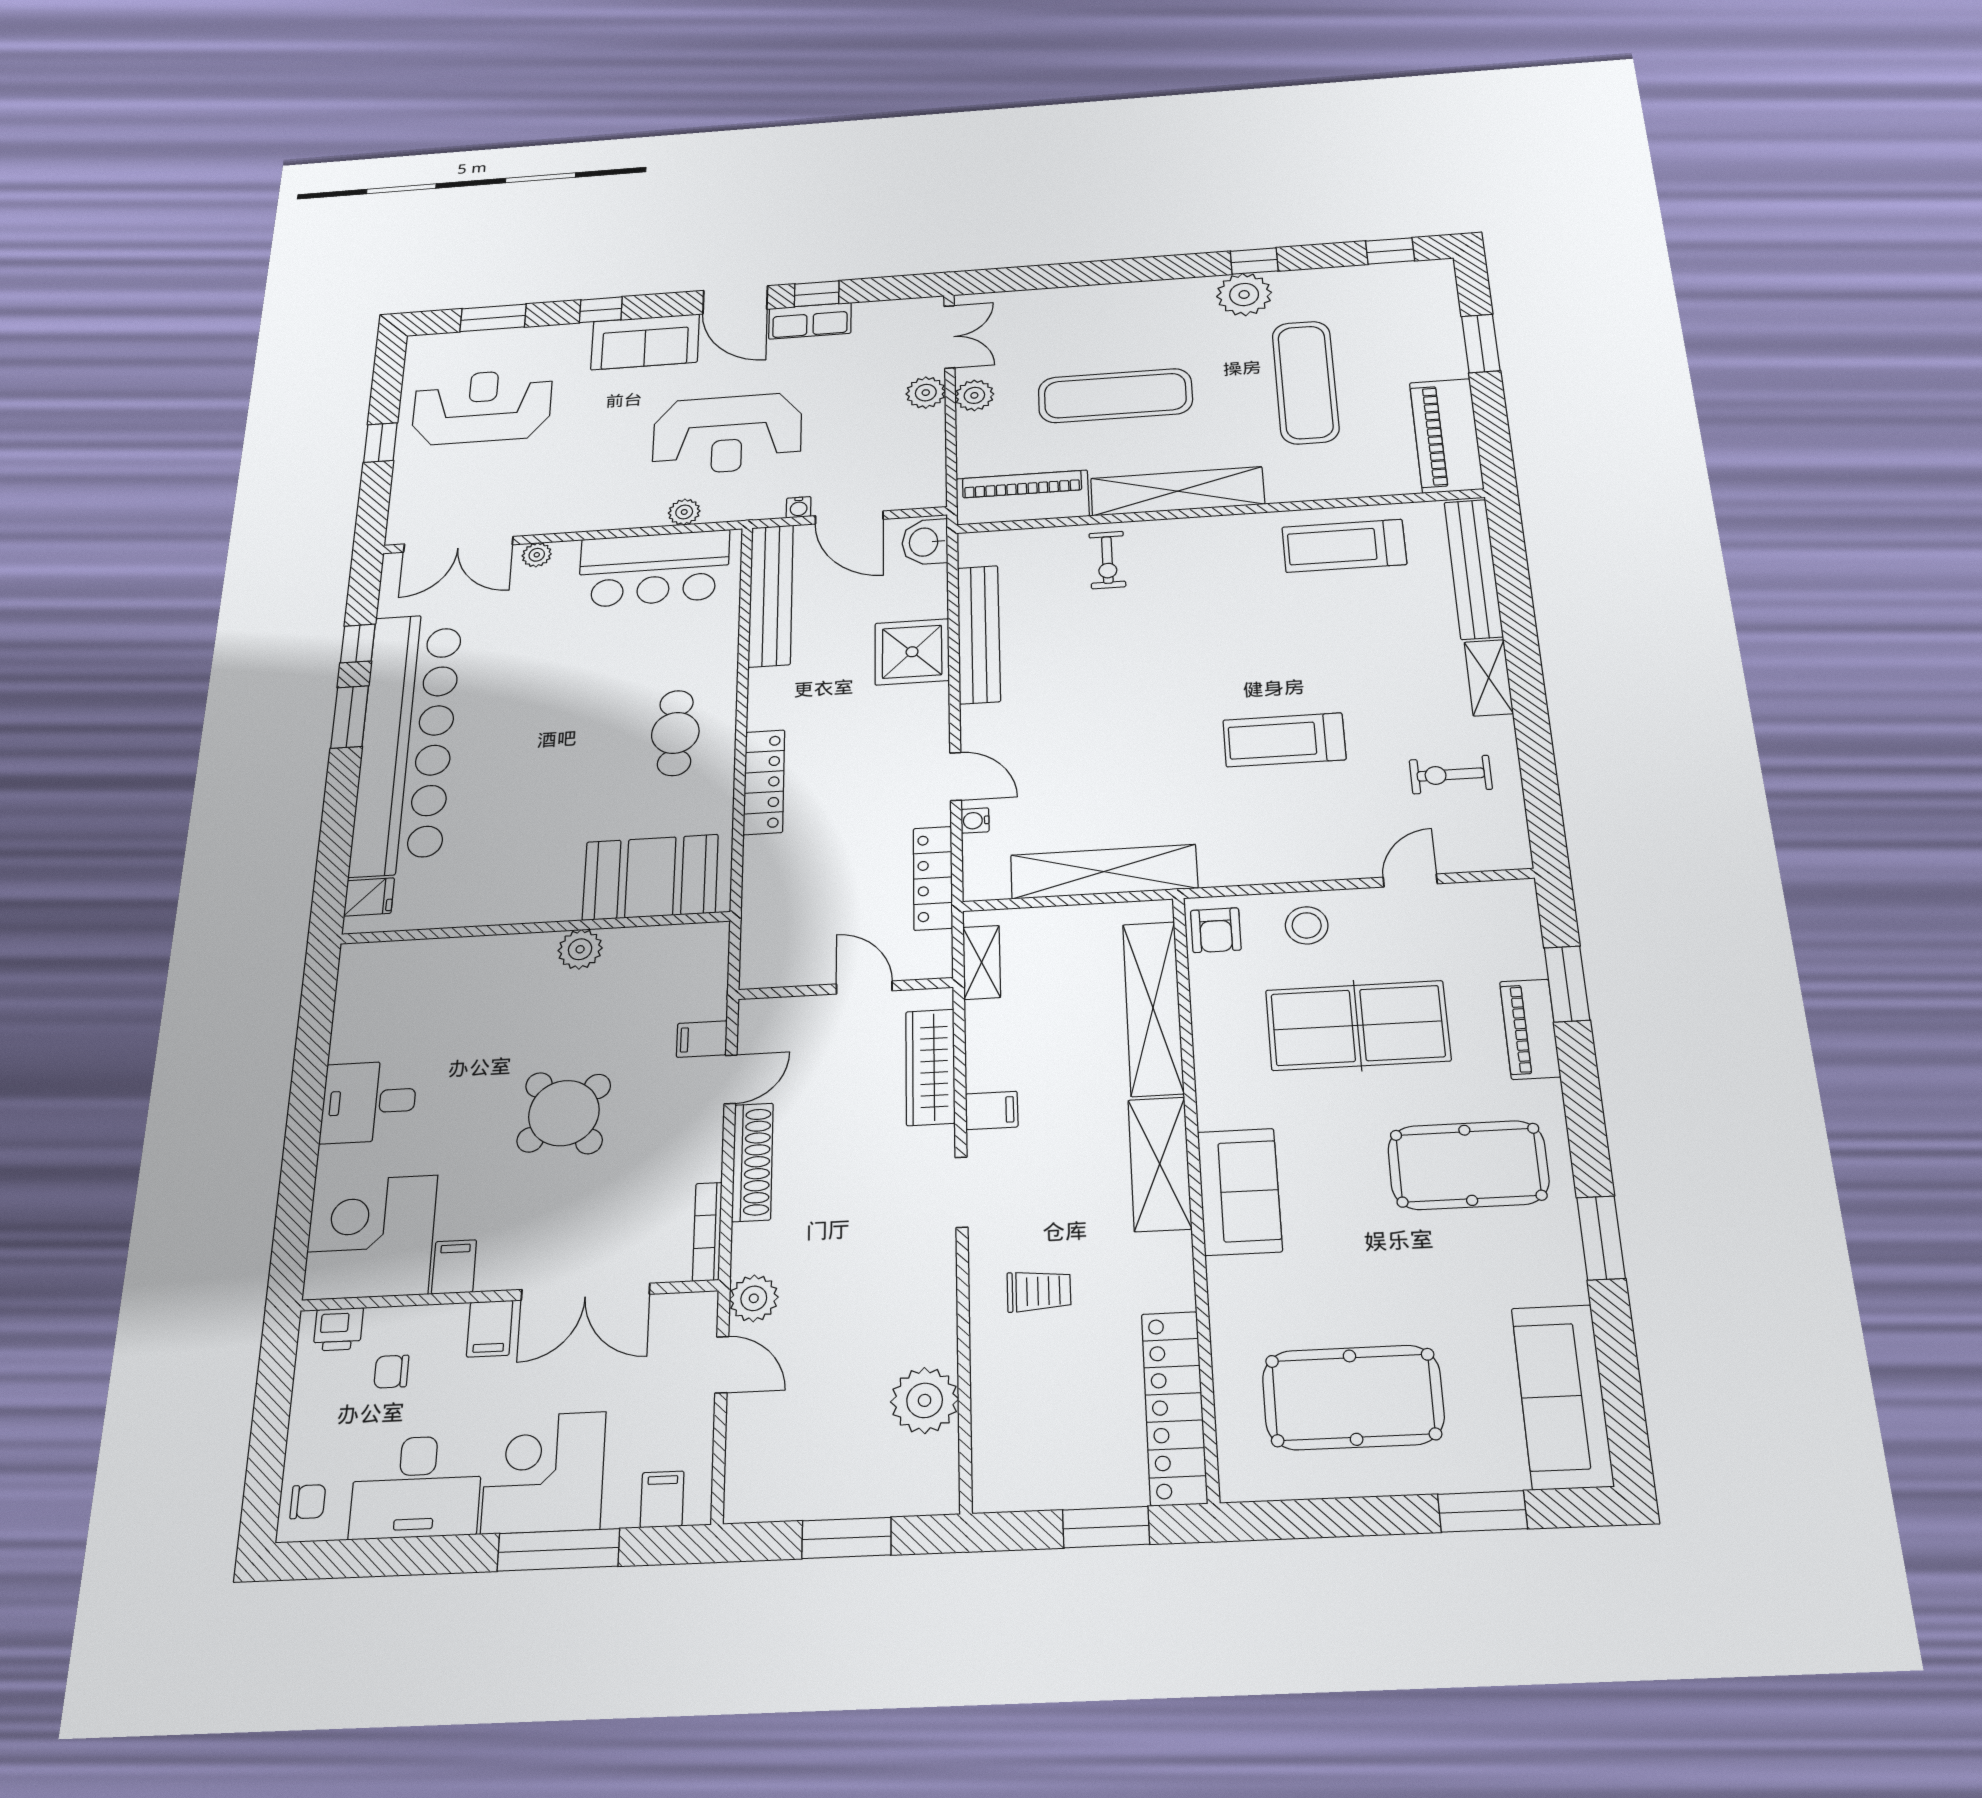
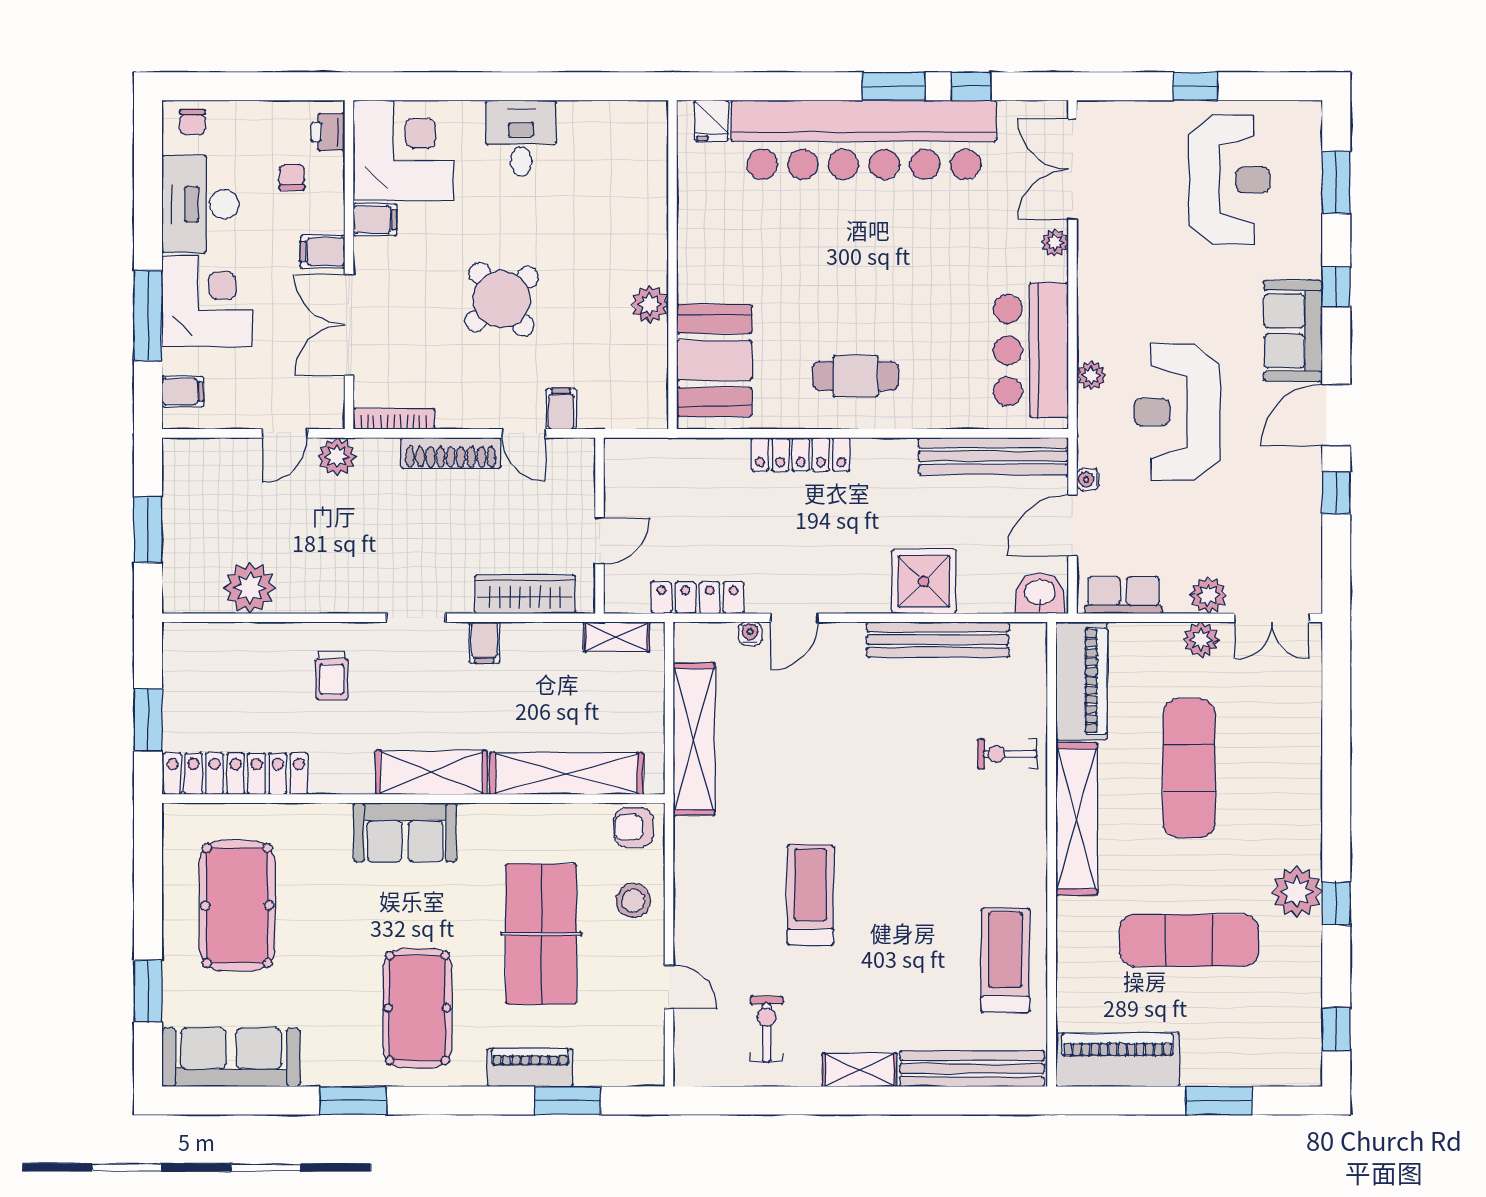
row of seats: (810, 321) -> (1124, 595), moved, turned 90

